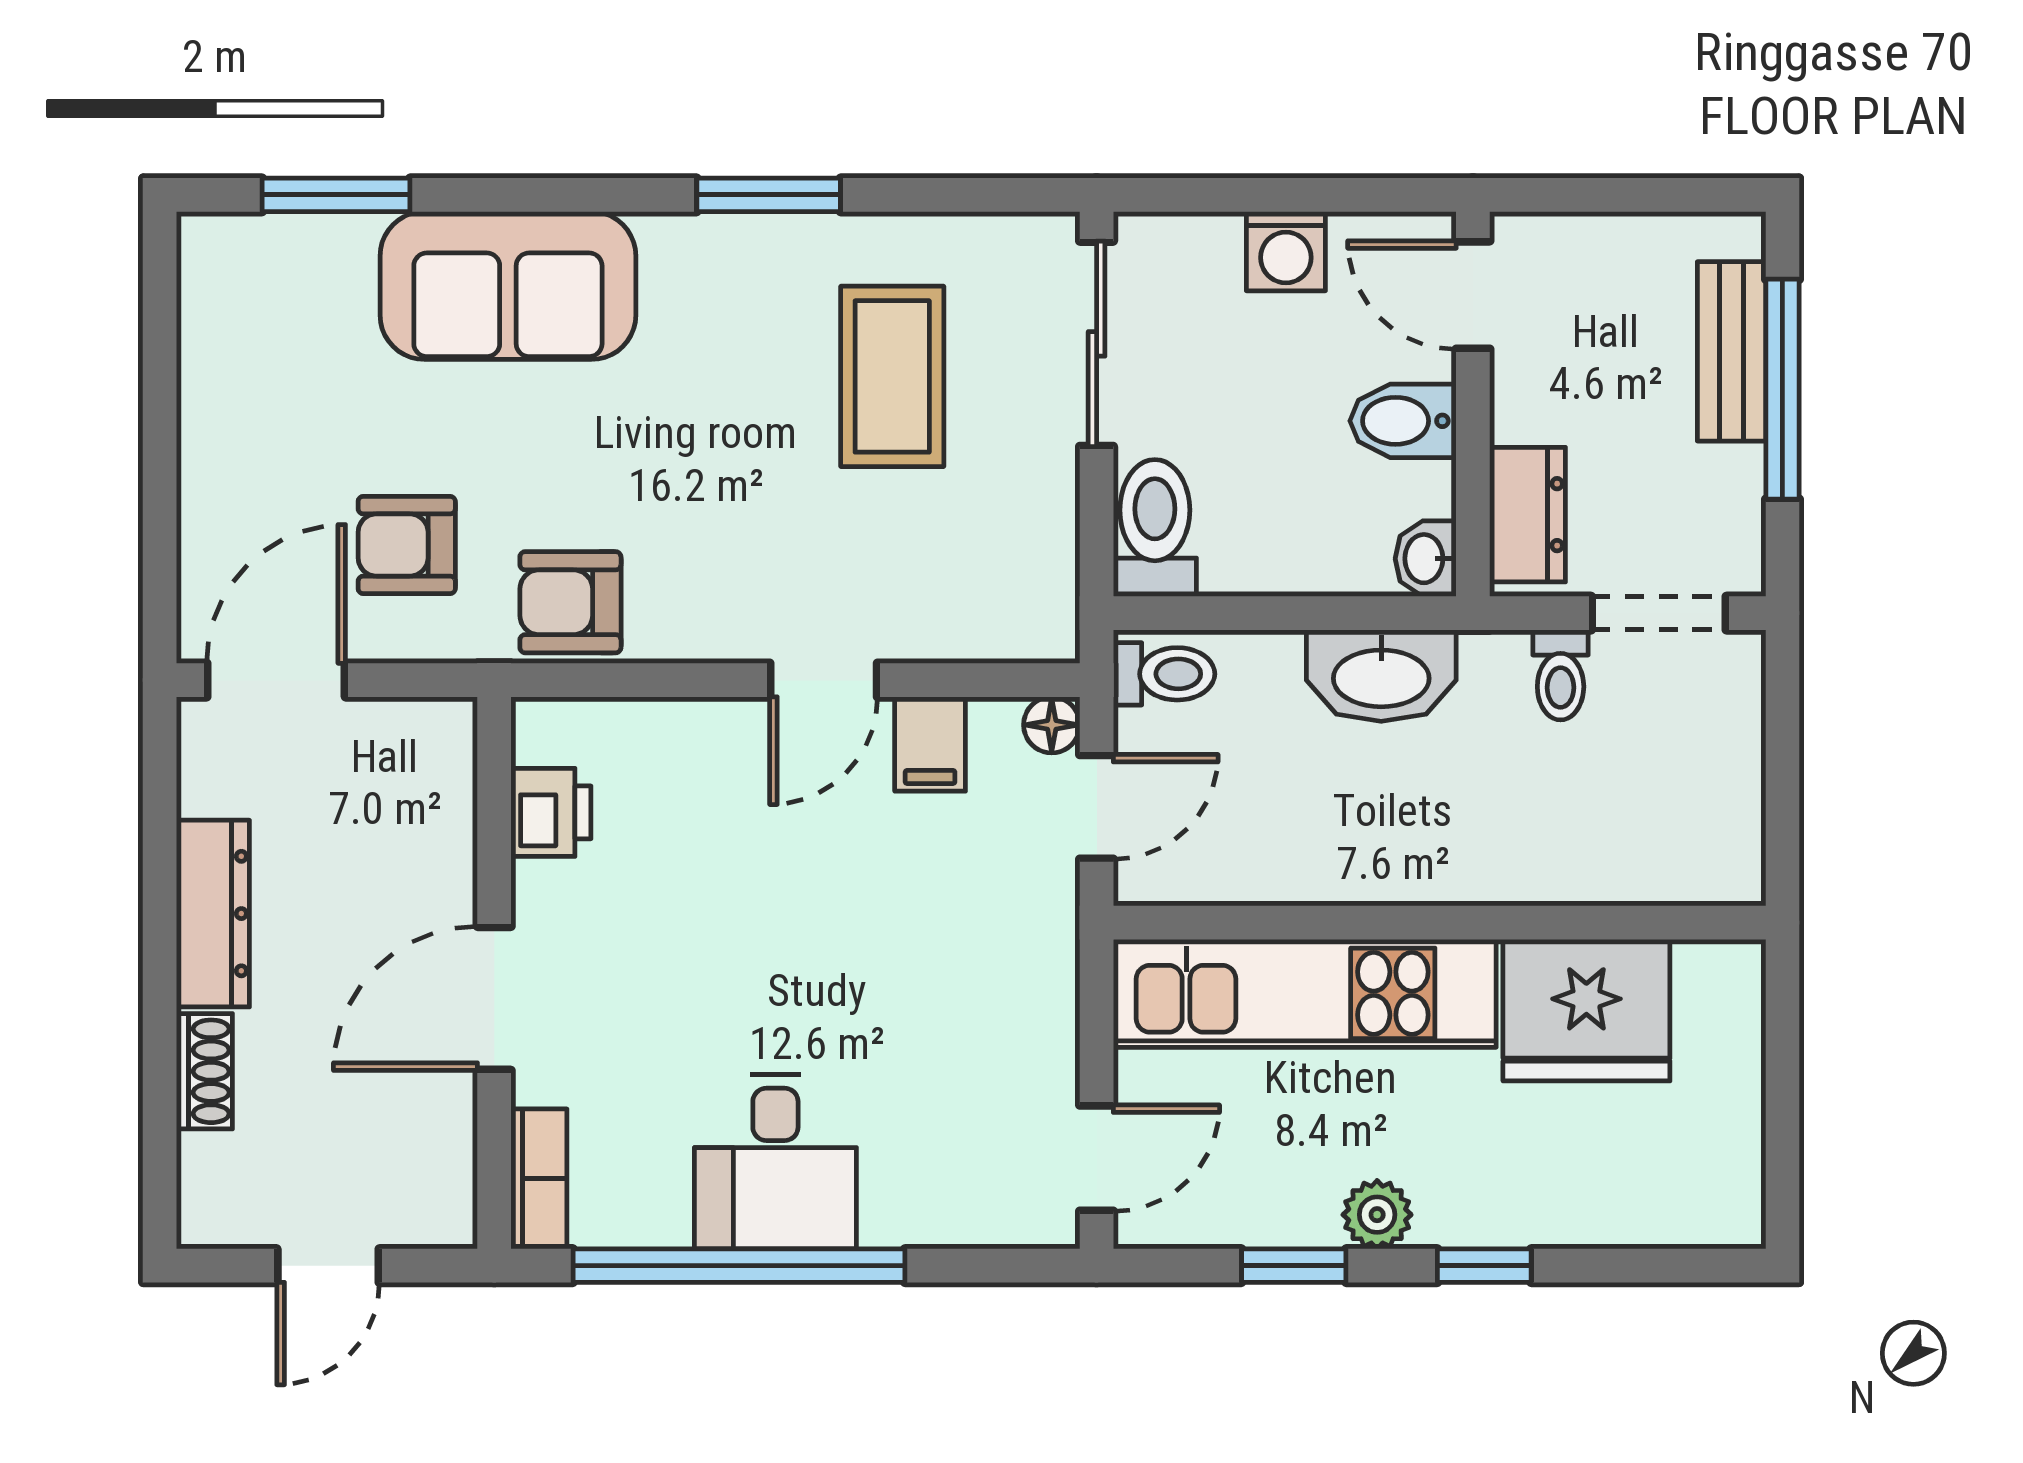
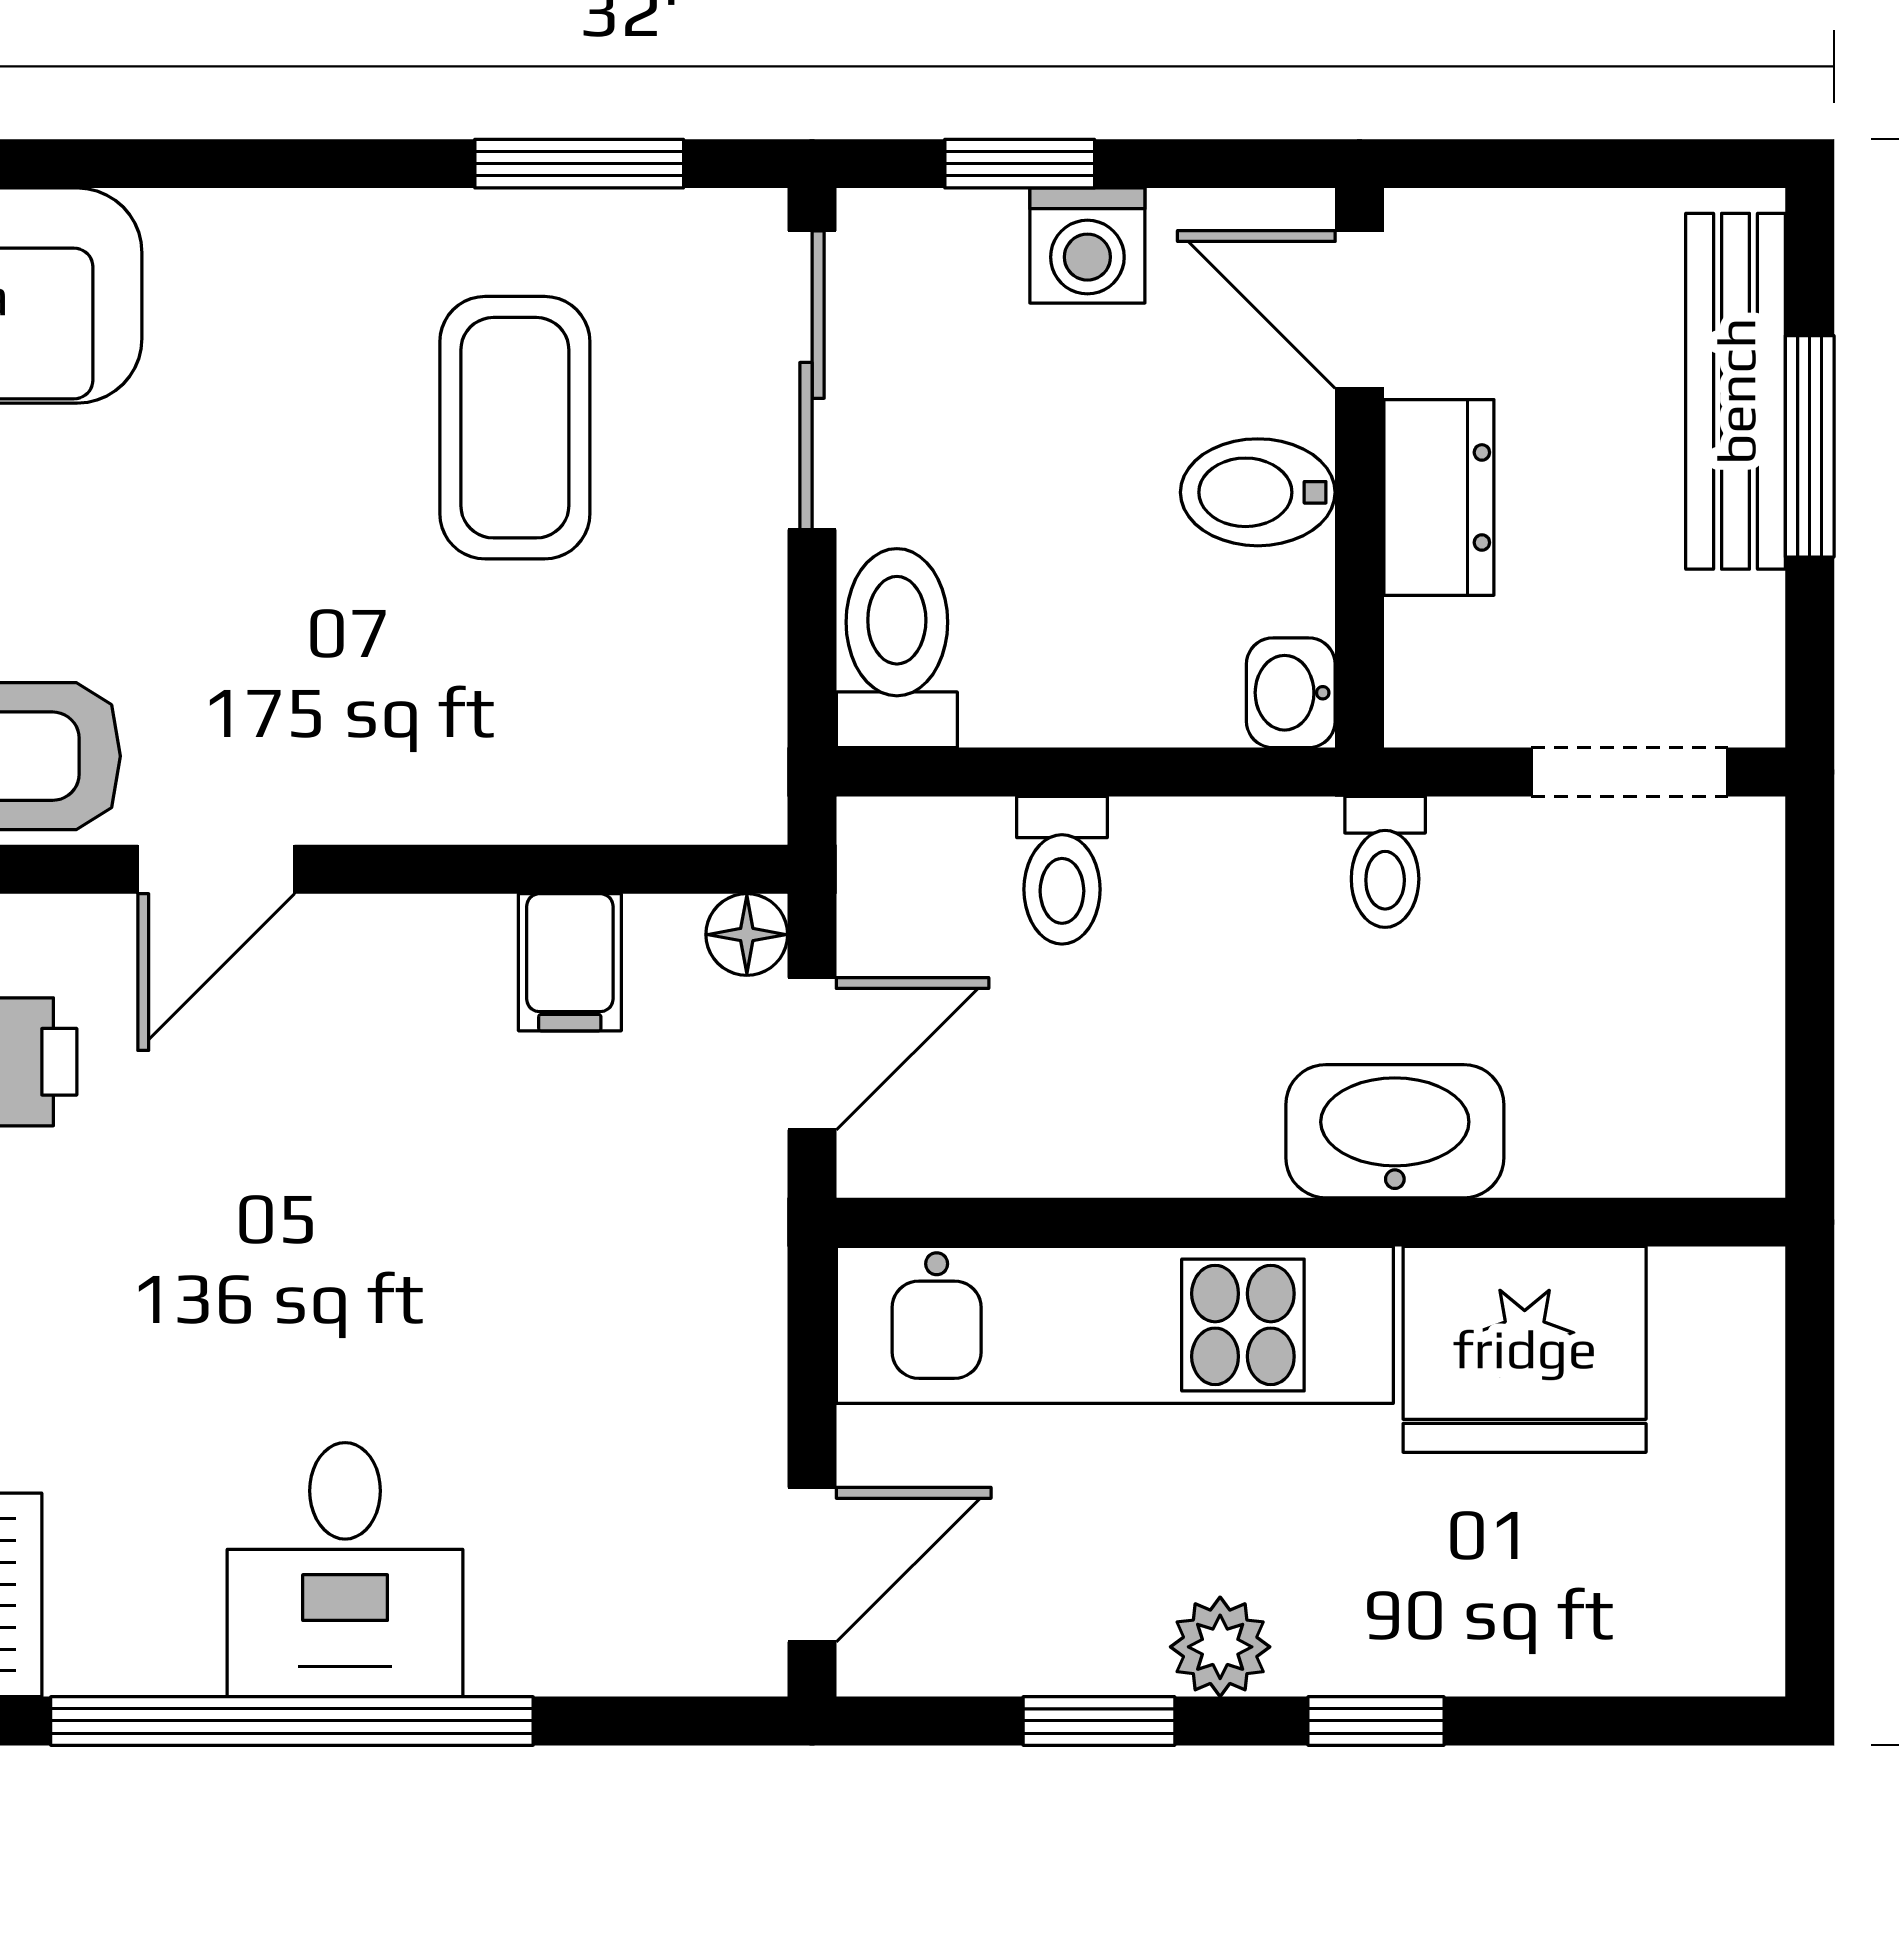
window: (769, 195) -> (579, 164), moved
window: (1239, 195) -> (1020, 164), added
bench: (1732, 351) -> (1736, 391), width x1.36
window: (1782, 389) -> (1810, 446), width x0.69
dresser: (1528, 515) -> (1439, 497), moved
toilet: (1164, 674) -> (1062, 870), moved, turned 90
toilet: (1561, 675) -> (1385, 862), moved
washbasin: (1381, 676) -> (1395, 1131), moved, turned 180
door: (824, 680) -> (216, 869), moved

